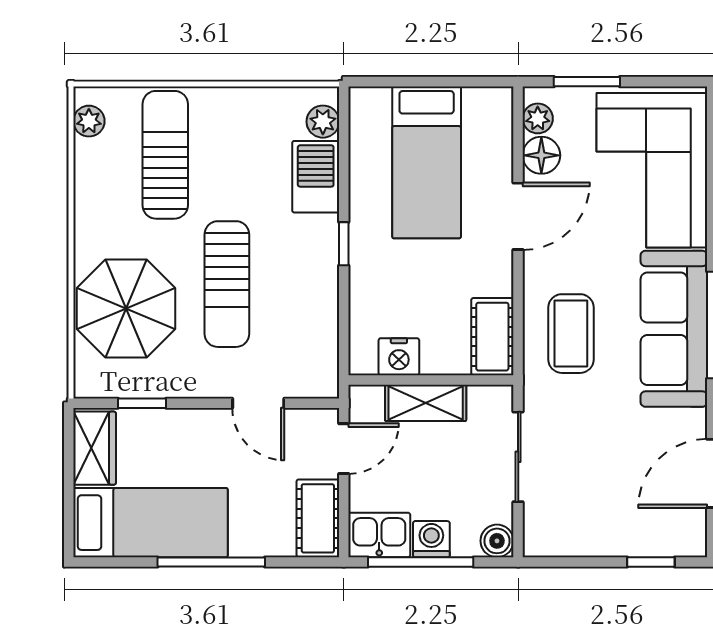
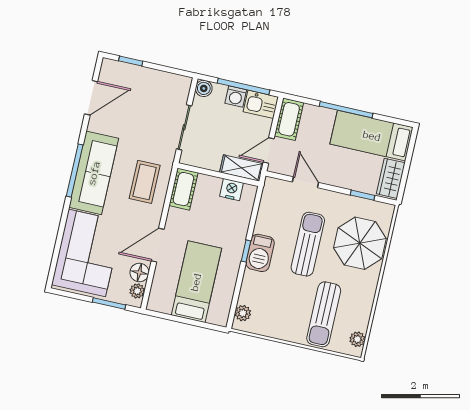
barbecue: (316, 177) -> (260, 253), moved
shelving: (426, 403) -> (241, 168), moved

